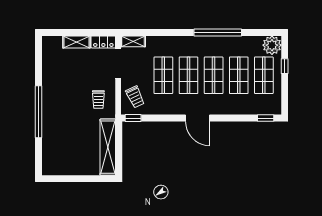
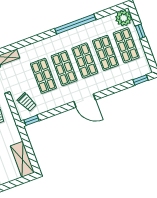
shelving: (108, 147) -> (22, 159), width x0.68

